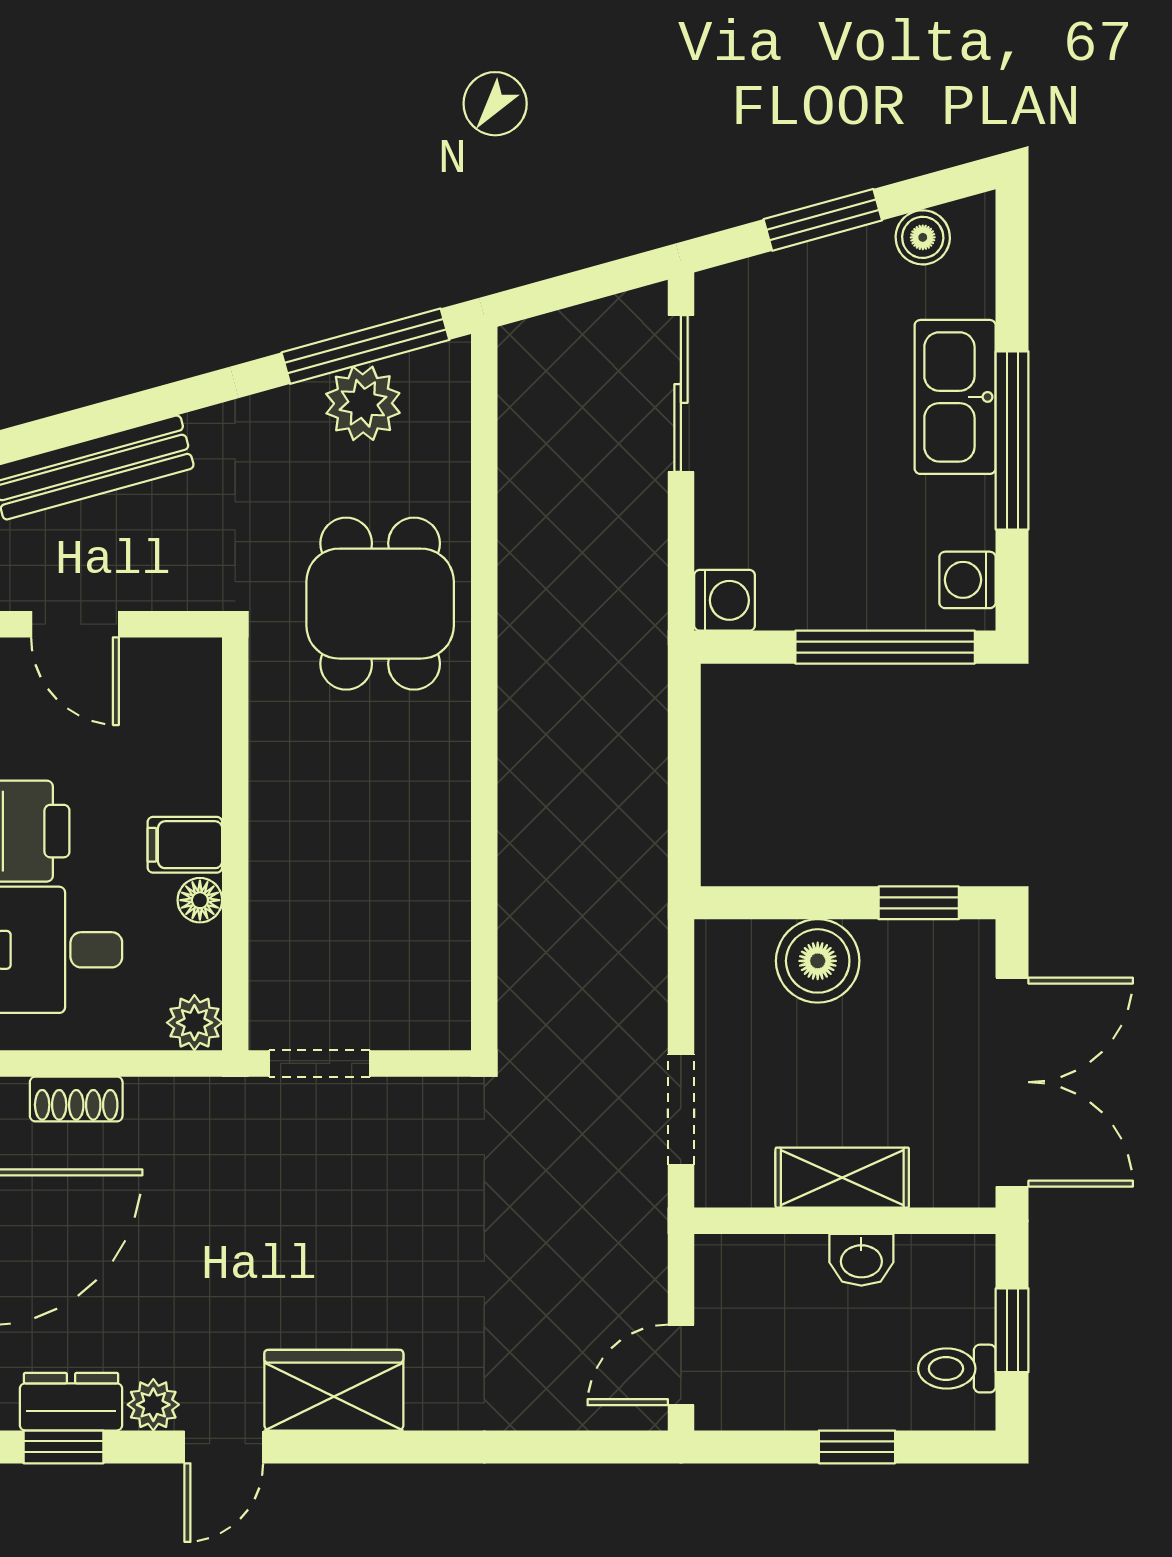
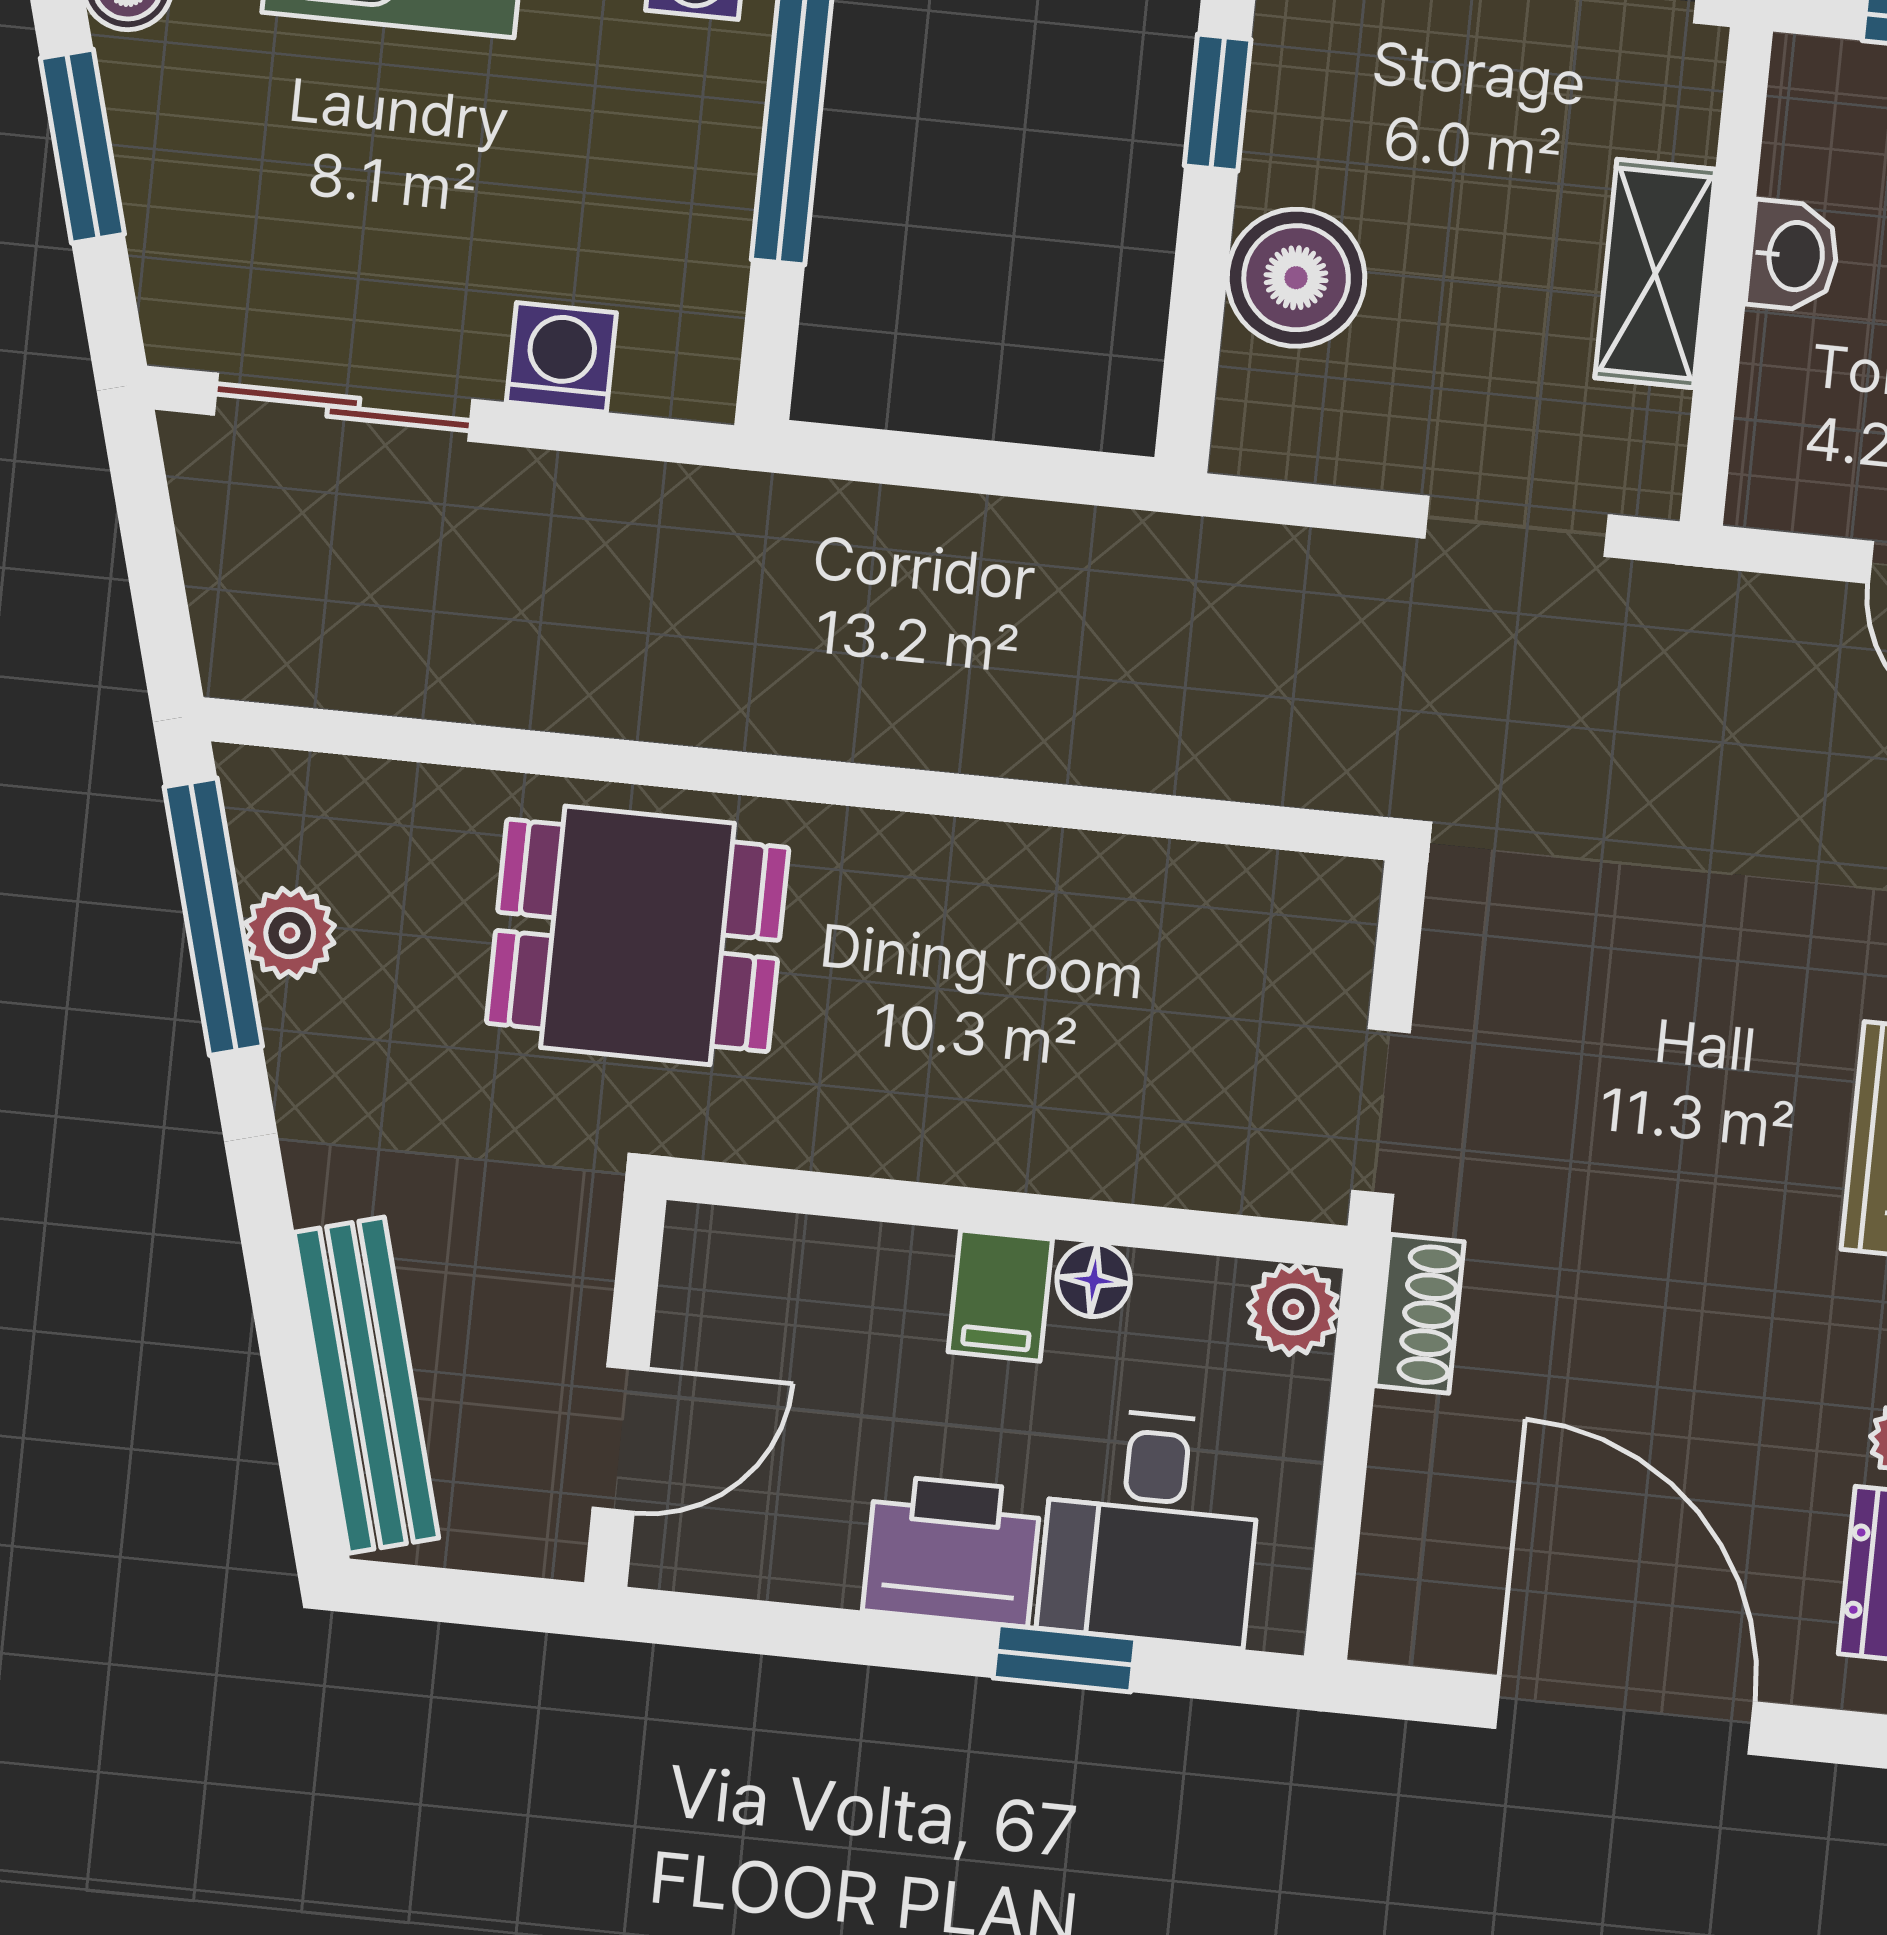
plant: (363, 403) -> (290, 933), width x0.73, depth x0.73
washing machine: (725, 600) -> (561, 357), moved
shoe rack: (76, 1099) -> (1419, 1314), moved

